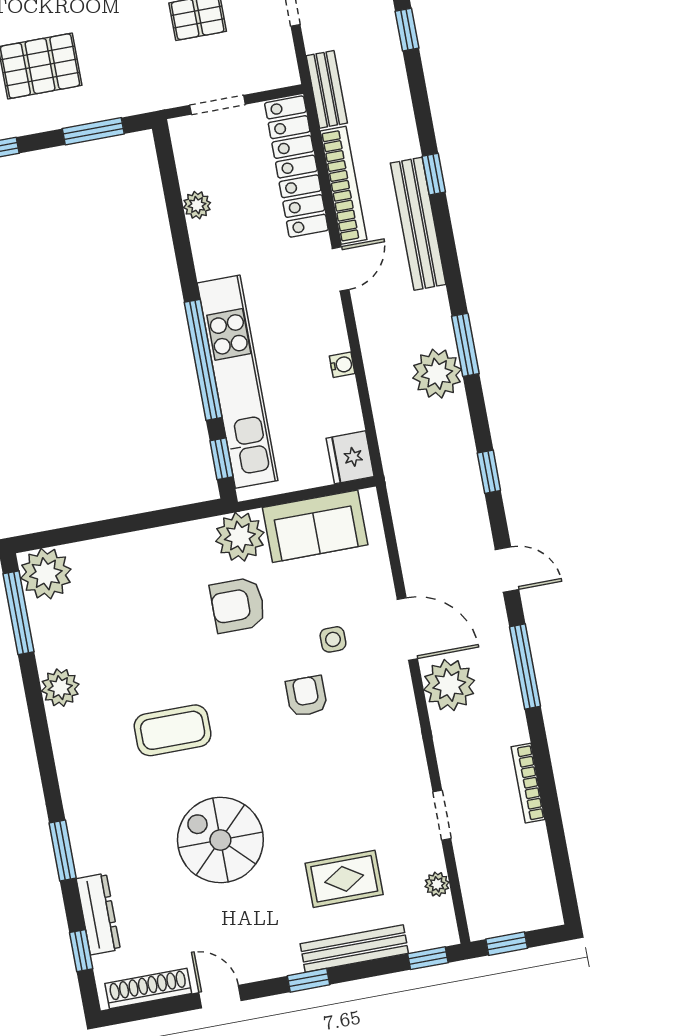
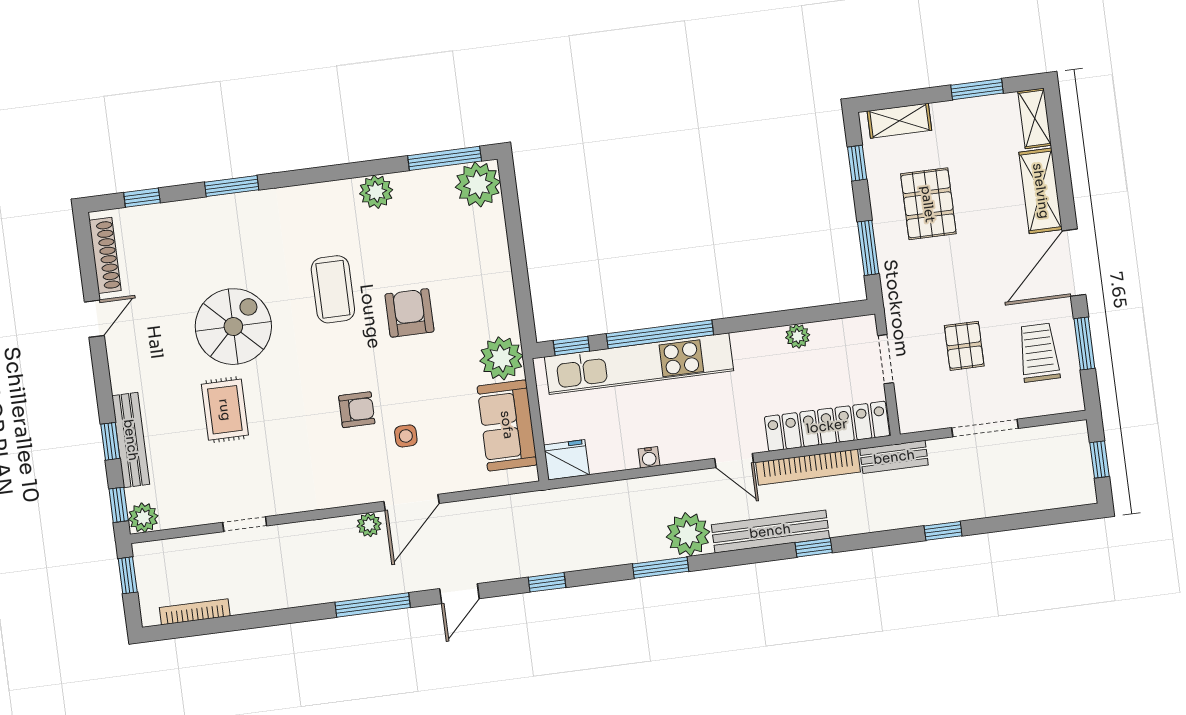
plant: (437, 374) -> (688, 534), moved
armchair: (238, 605) -> (409, 313), moved
plant: (449, 685) -> (369, 525), width x0.53, depth x0.53
bookcase: (528, 783) -> (195, 612), moved
rug: (344, 879) -> (225, 410), moved
plant: (437, 884) -> (143, 518), moved, width x1.38, depth x1.38
dresser: (98, 914) -> (174, 215), removed
window: (309, 980) -> (110, 441), moved

